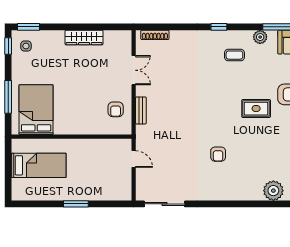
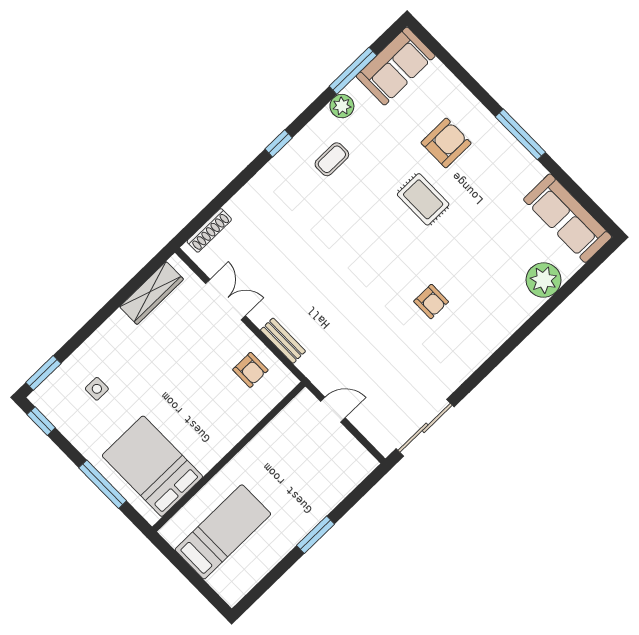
wardrobe: (84, 38) -> (152, 293), moved
side table: (26, 46) -> (97, 389), moved
rug: (256, 109) -> (423, 199), turned 90

